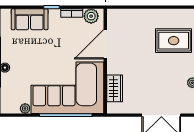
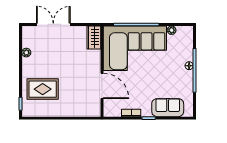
plant: (91, 16) -> (114, 110), removed
door: (105, 44) -> (102, 86), hinge flipped
wardrobe: (115, 88) -> (94, 37), moved

